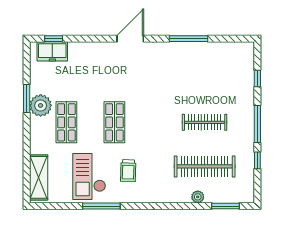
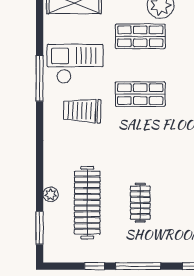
clothes rail: (205, 122) -> (140, 203), width x0.73
trolley: (128, 171) -> (82, 111), width x1.36, depth x1.39

